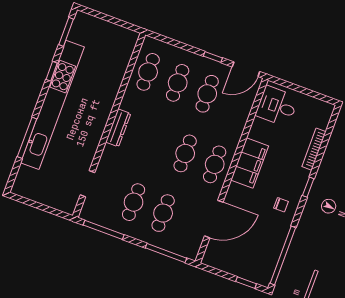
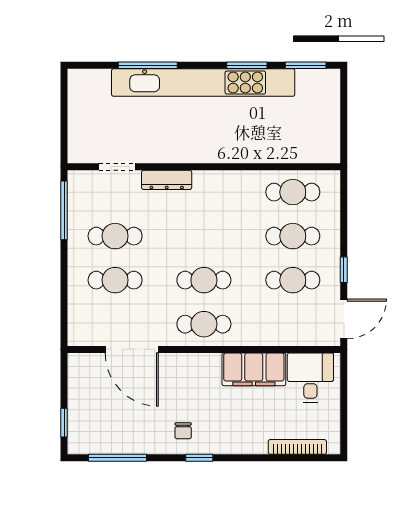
door: (246, 69) -> (344, 319), swing flipped
window: (52, 71) -> (247, 65), width x1.50
dresser: (118, 128) -> (167, 180), moved
bookcase: (314, 149) -> (297, 447), moved
filing cabinet: (250, 163) -> (254, 369), moved
window: (308, 187) -> (199, 458), moved
window: (166, 253) -> (64, 303), removed
window: (283, 255) -> (117, 458), width x0.68

